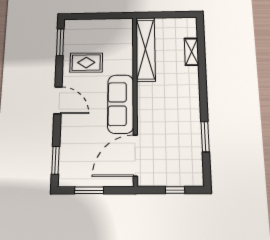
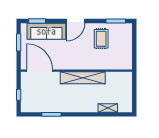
shelving: (145, 49) -> (83, 78), moved
sofa: (121, 104) -> (46, 31), moved, turned 180

